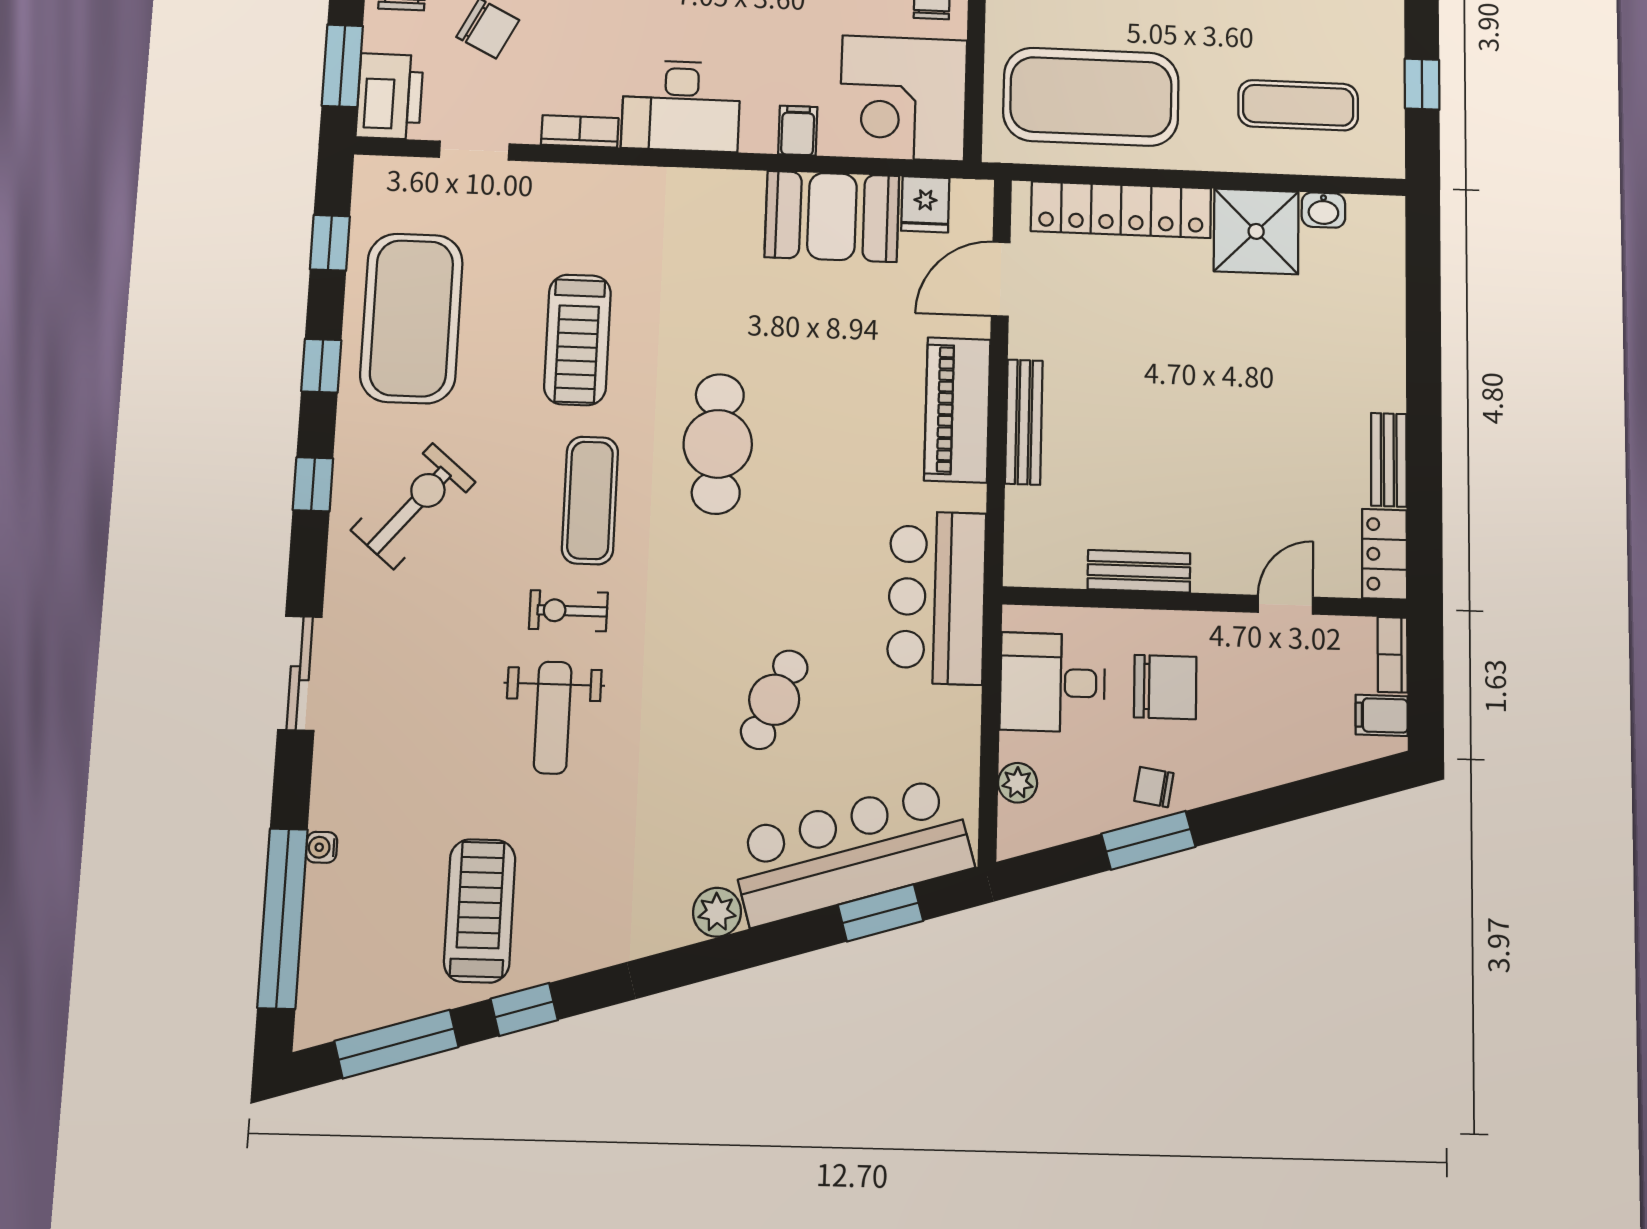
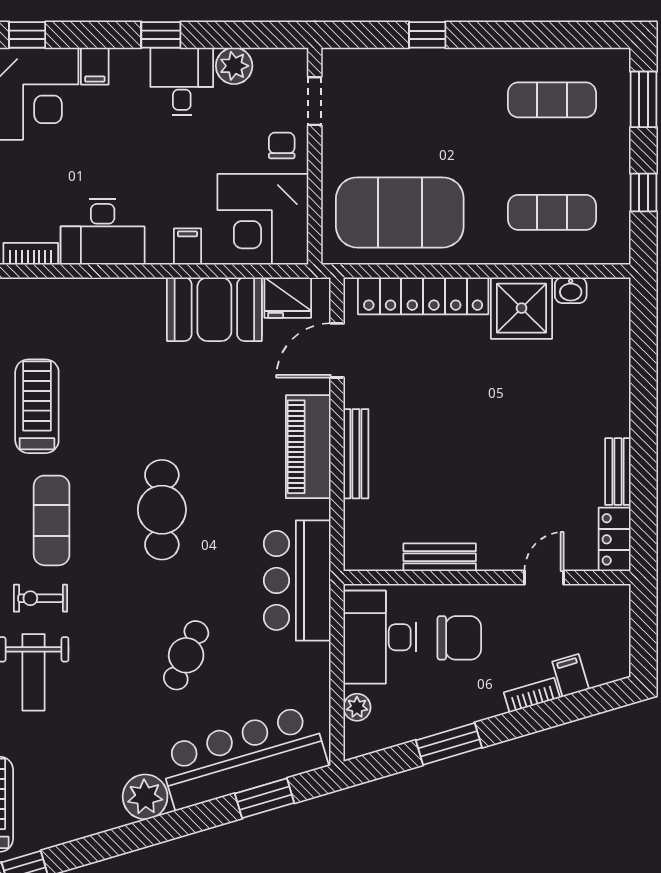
fridge: (925, 204) -> (288, 298), width x1.38
treadmill: (577, 340) -> (37, 406), turned 180
cafe table: (718, 444) -> (162, 510), moved
bookcase: (1393, 655) -> (532, 695), moved, turned 74
desk: (1052, 682) -> (380, 637), width x1.37
filing cabinet: (1382, 715) -> (571, 675), moved, turned 74
chair: (1154, 787) -> (452, 707), removed
plant: (717, 912) -> (145, 797), width x1.36, depth x1.36

